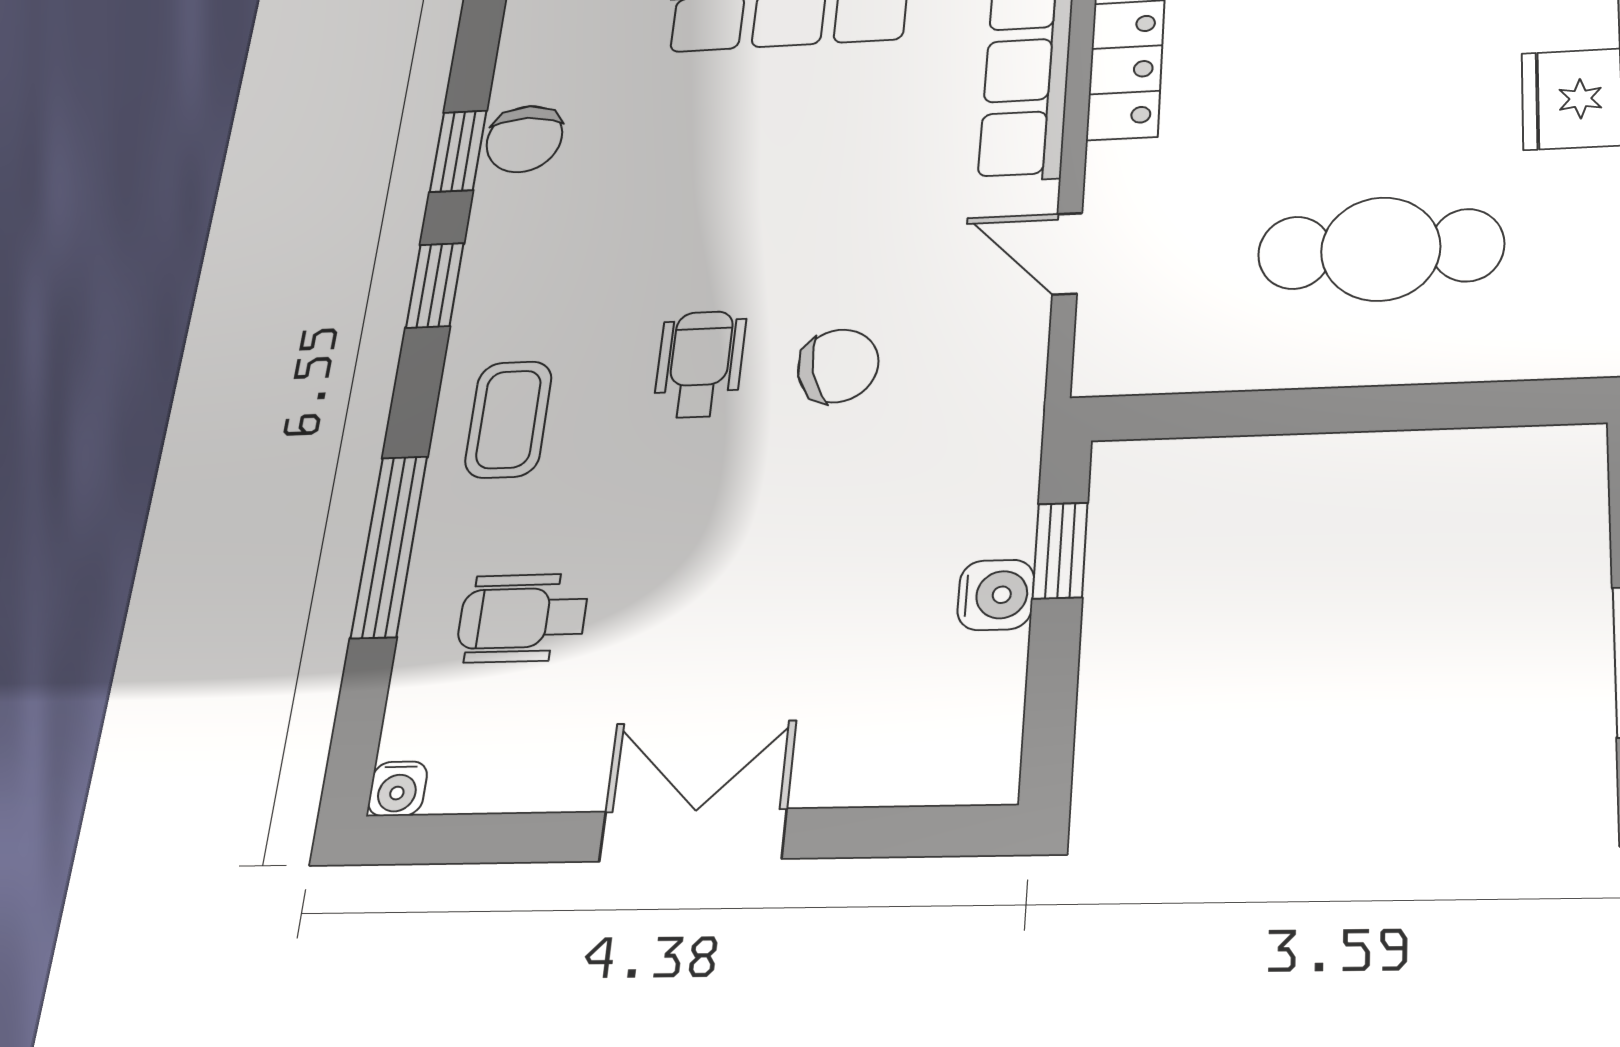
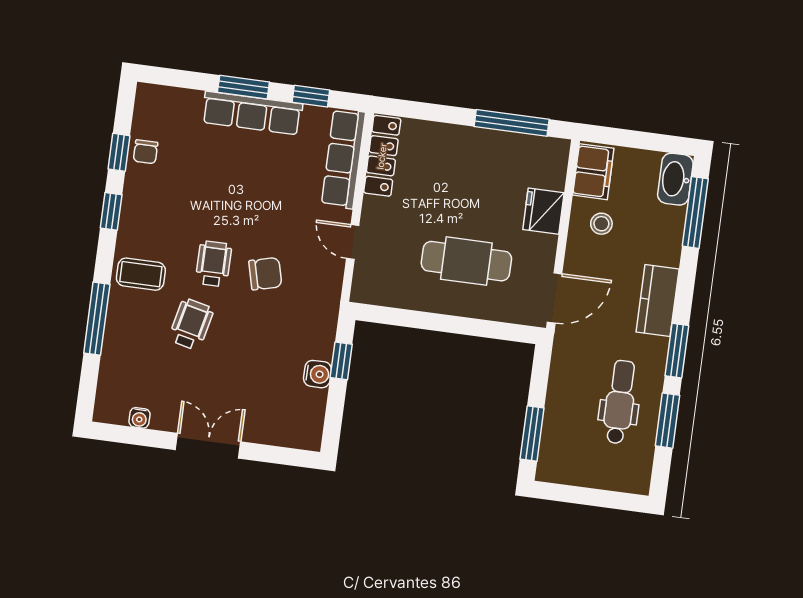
chair: (524, 139) -> (146, 152), width x0.73, depth x0.73
coffee table: (508, 419) -> (141, 274), turned 90
wheelchair: (522, 618) -> (191, 324), moved, turned 103
water cooler: (398, 789) -> (139, 418), moved

